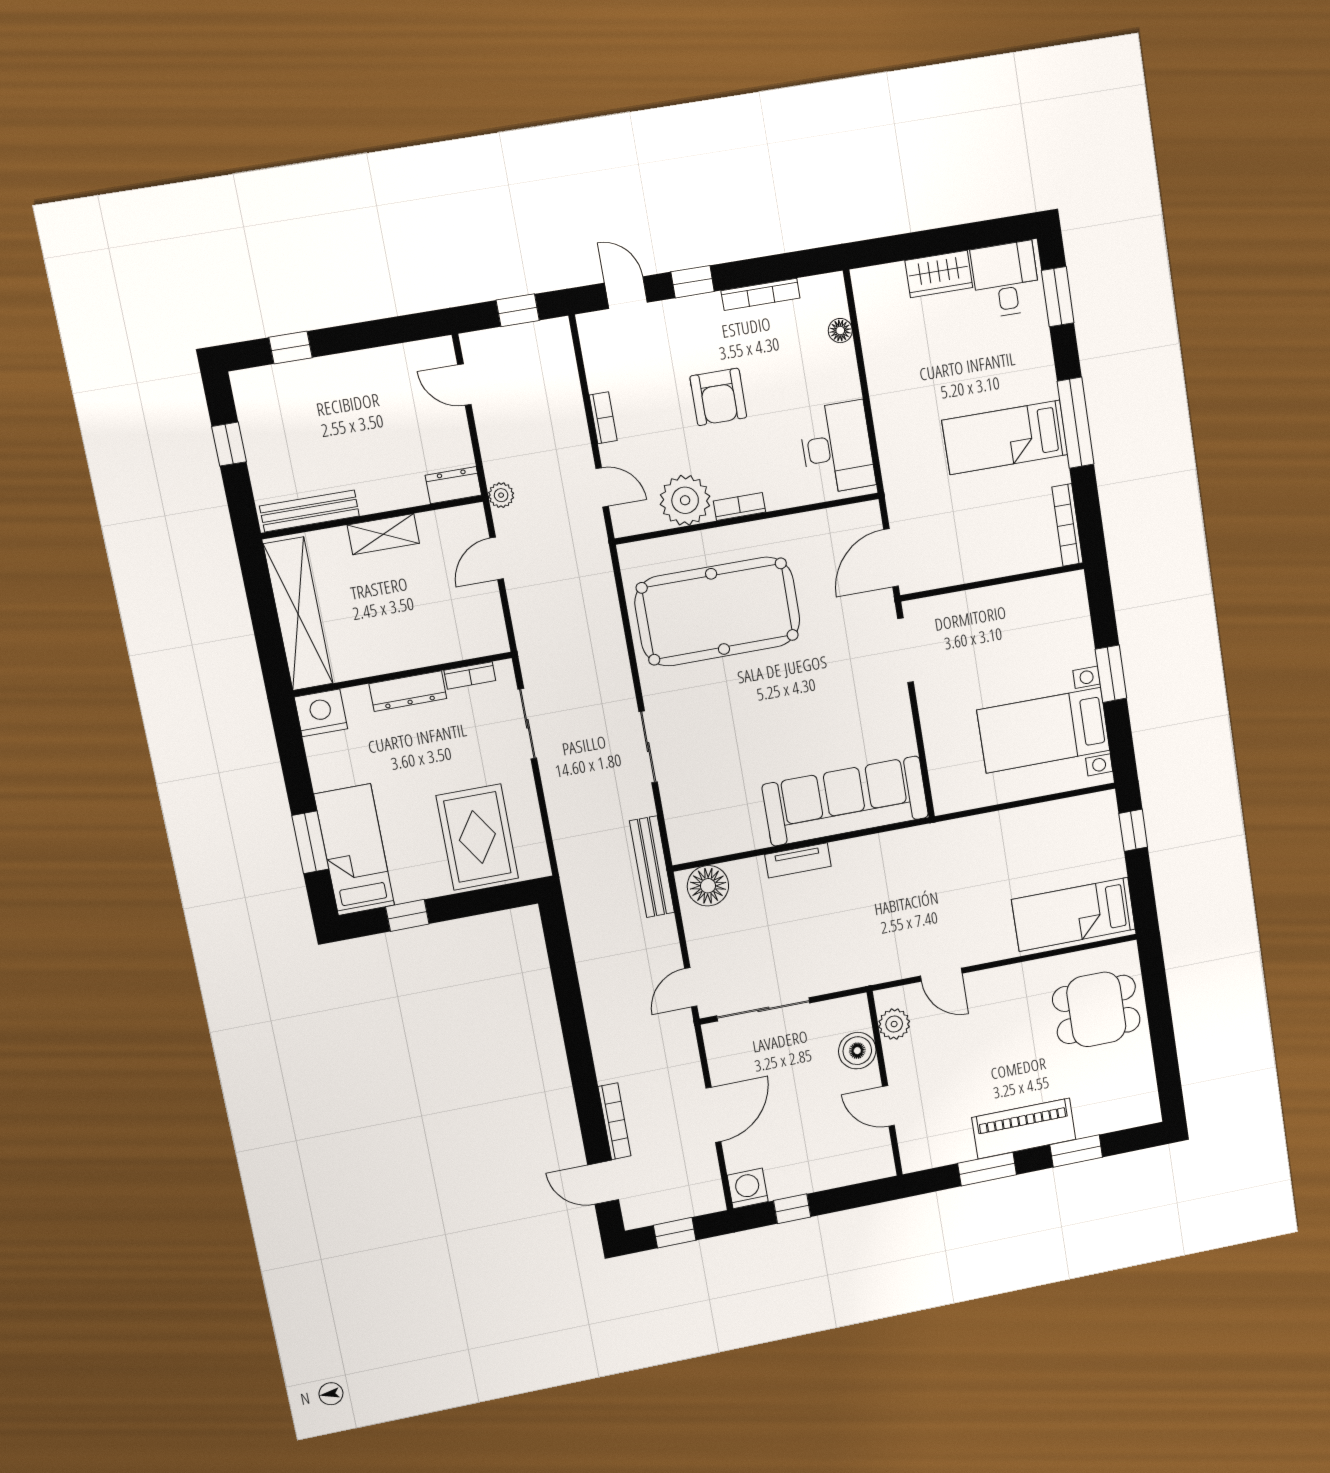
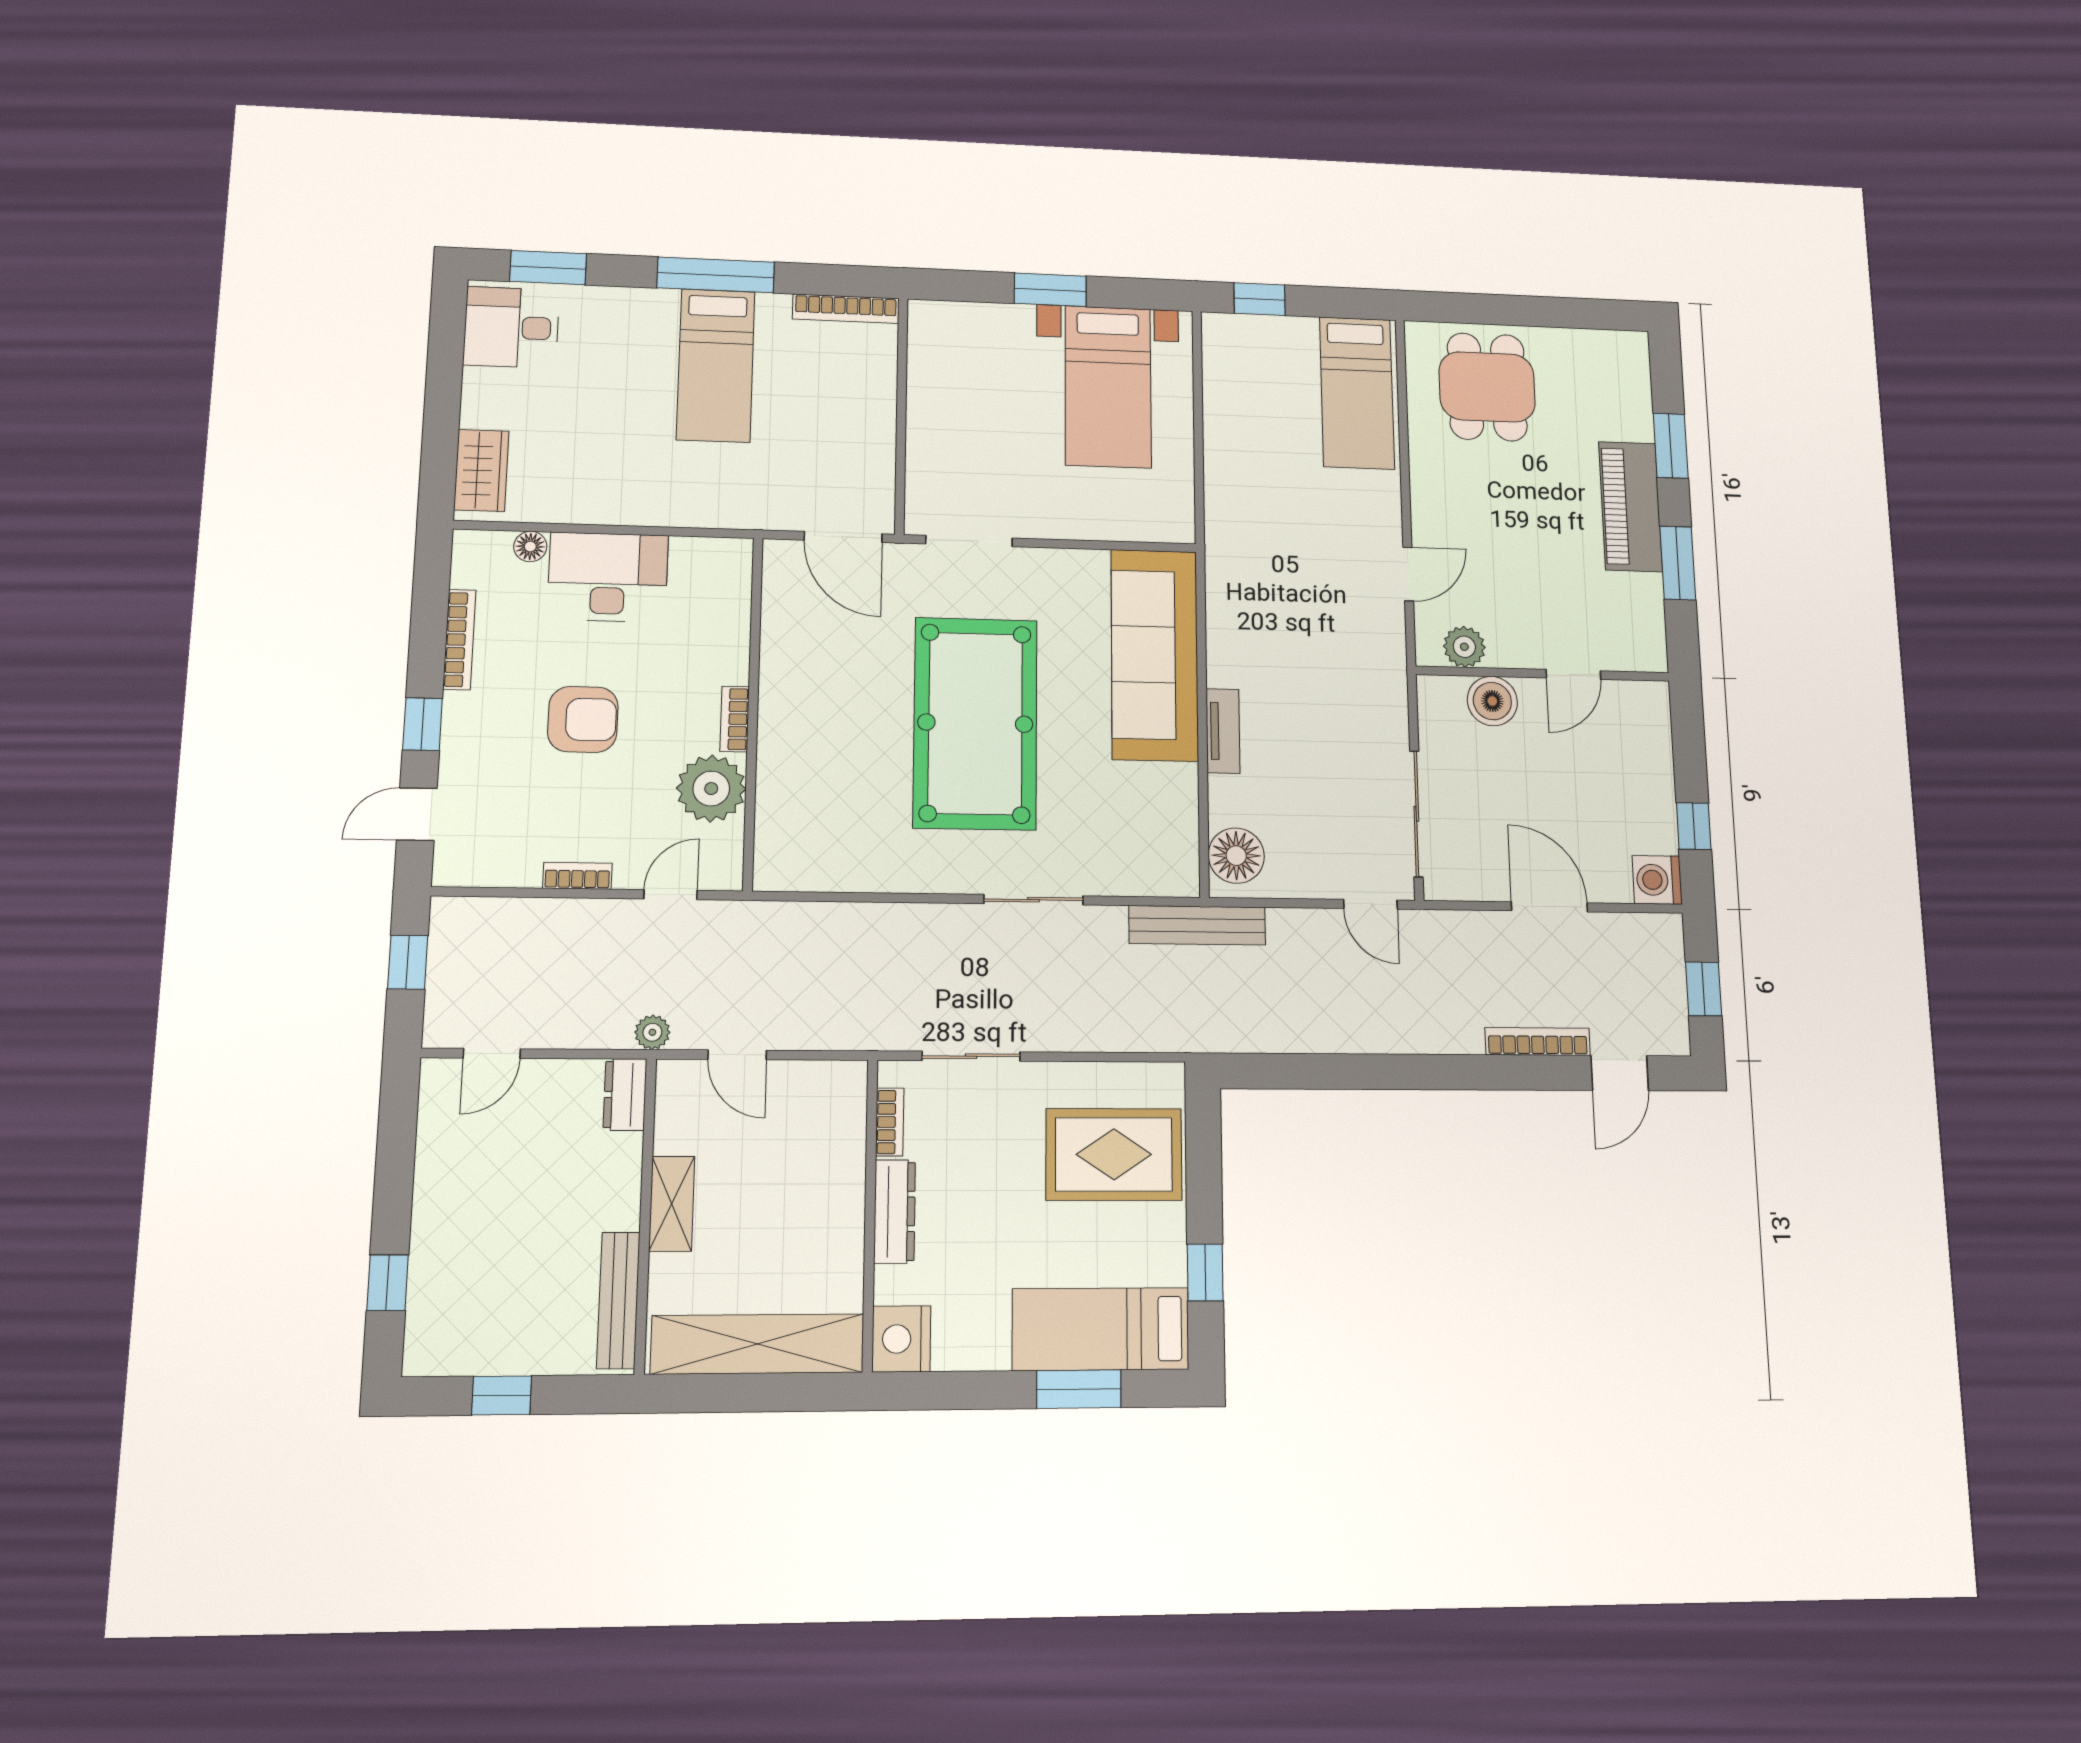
wardrobe: (939, 274) -> (481, 470), moved
desk: (837, 448) -> (608, 577), moved
pool table: (718, 612) -> (975, 723), moved

